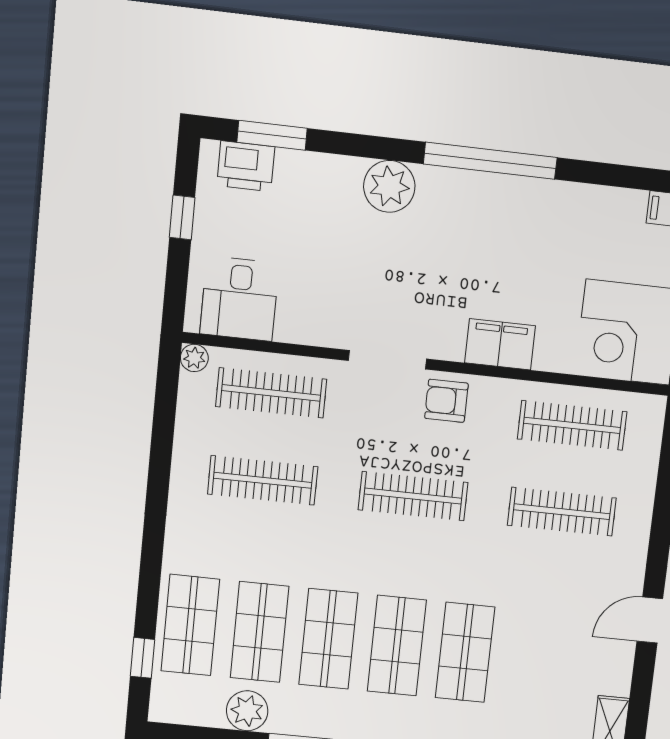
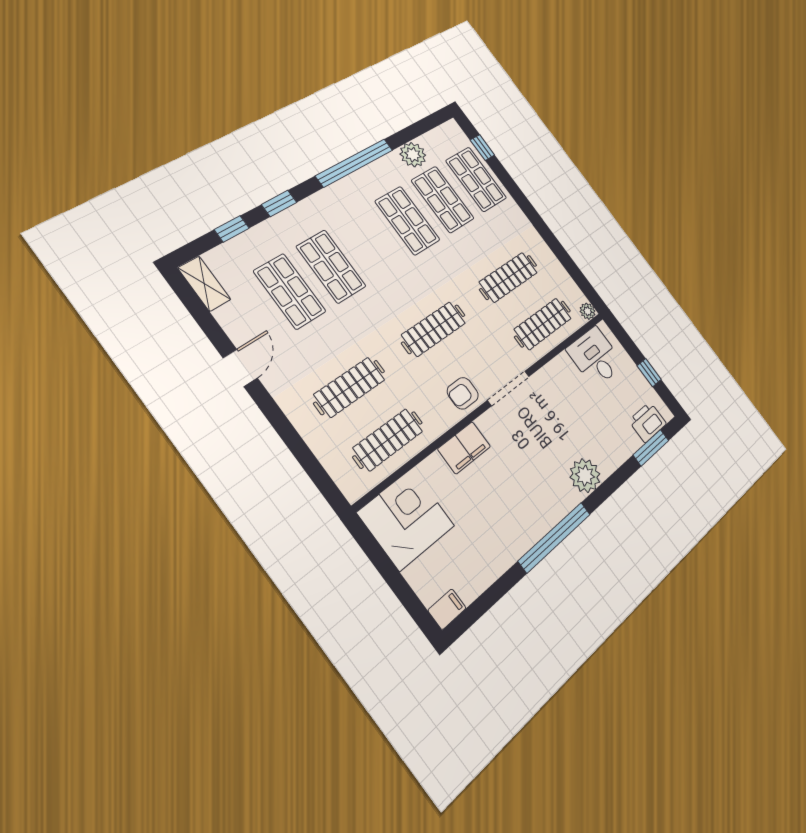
armchair: (446, 401) -> (463, 393), turned 180
shop shelf: (397, 646) -> (290, 291), moved

